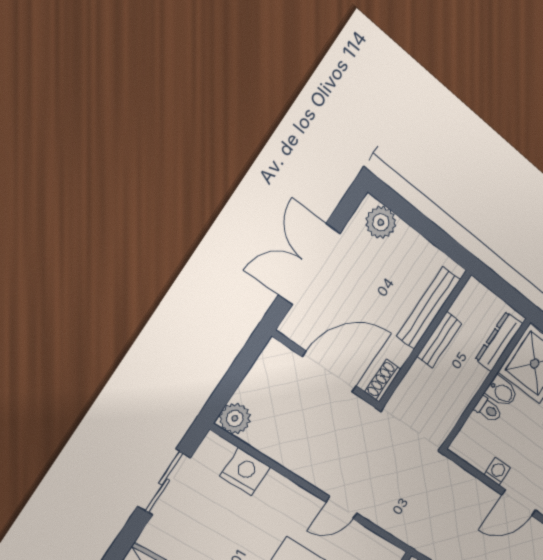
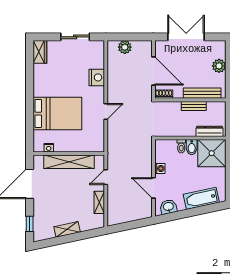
plant: (381, 222) -> (219, 66), moved
plant: (235, 418) -> (125, 47), moved
nightstand: (245, 472) -> (97, 77), moved
door: (341, 508) -> (106, 111), swing flipped

